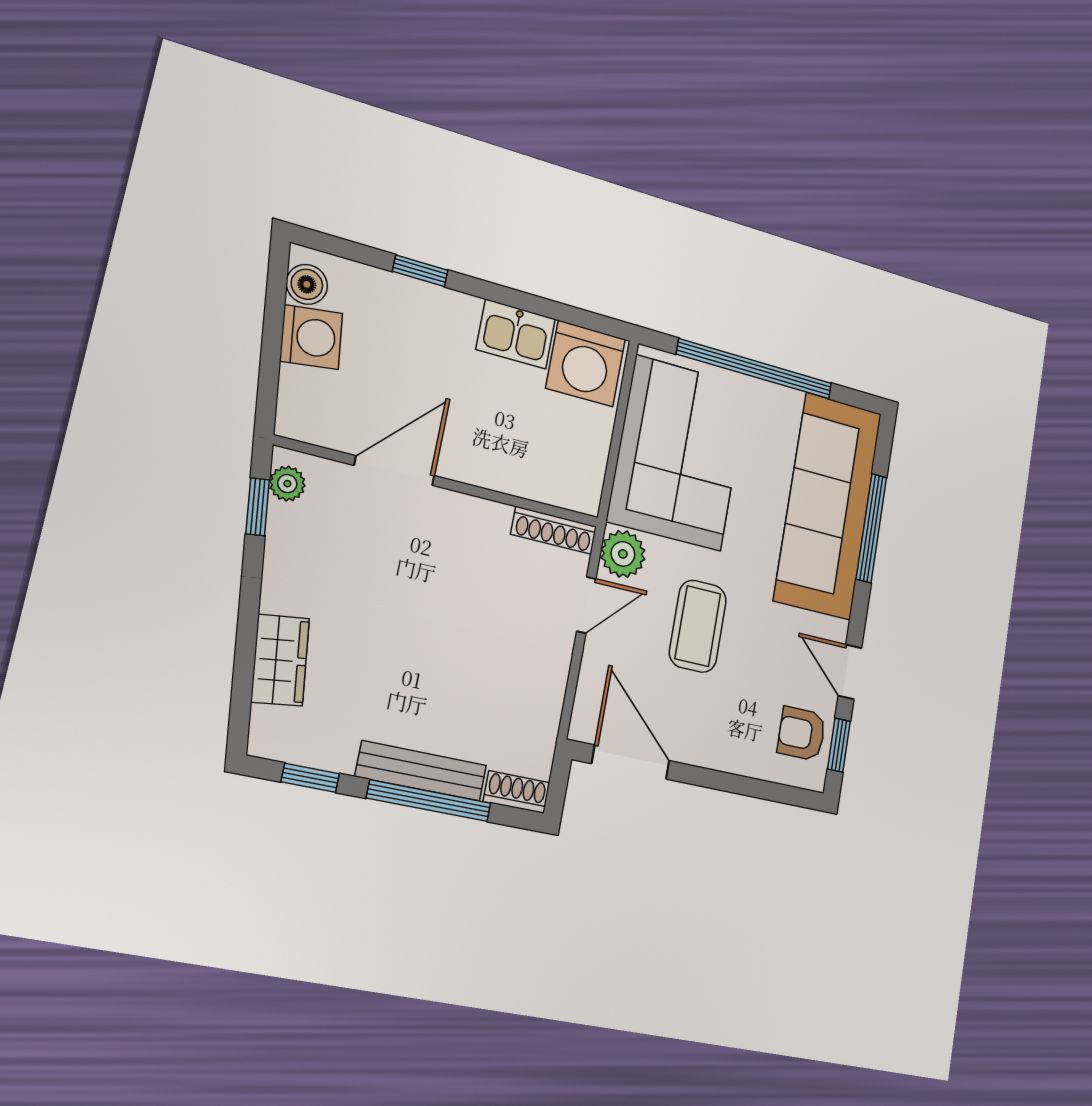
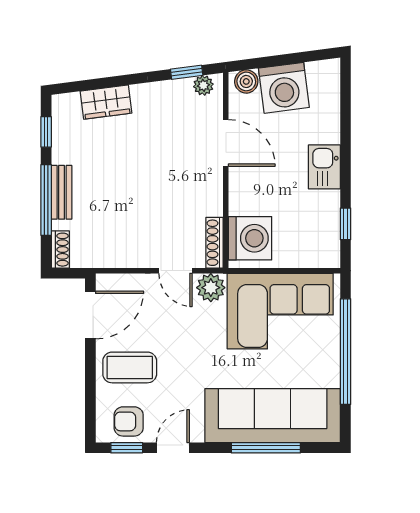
window: (420, 271) -> (346, 224), moved
boiler: (307, 284) -> (246, 81), moved
kitchen sink: (516, 334) -> (324, 167), moved
washing machine: (311, 337) -> (284, 88), width x1.37, depth x1.37
washing machine: (586, 364) -> (250, 238), moved, turned 180
coffee table: (698, 626) -> (130, 367), moved
armchair: (801, 734) -> (129, 421), turned -90
bench: (421, 771) -> (62, 192), width x0.73

